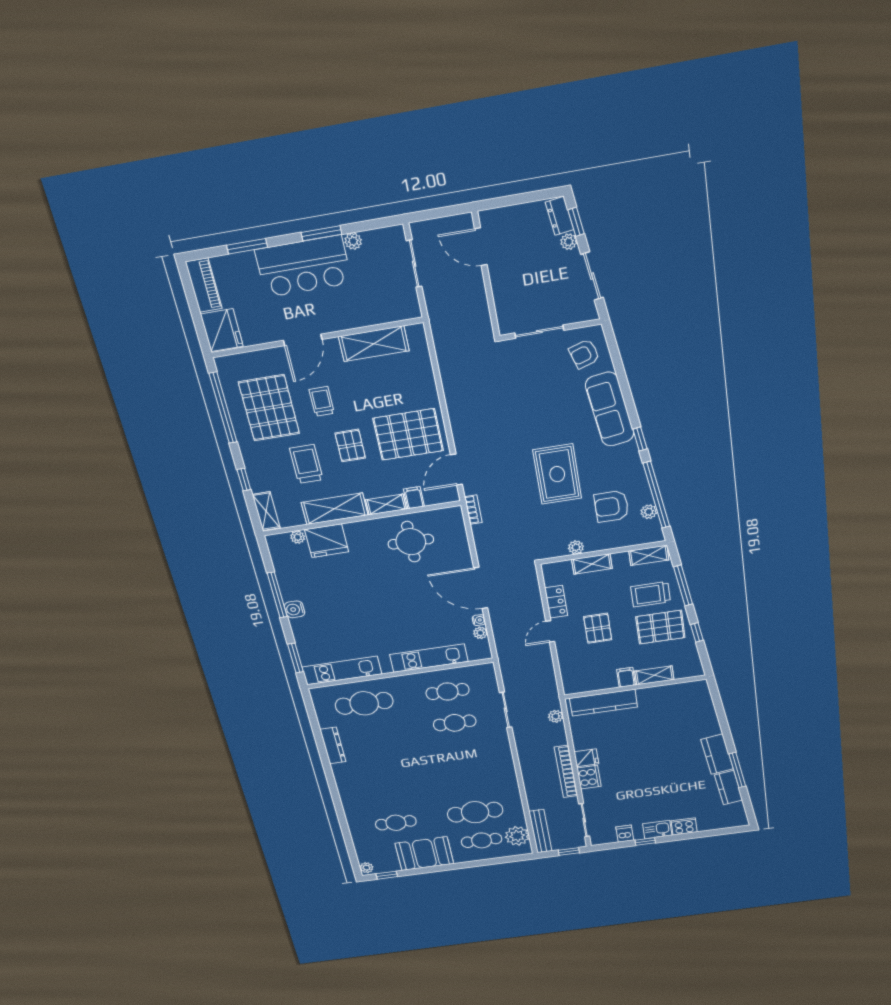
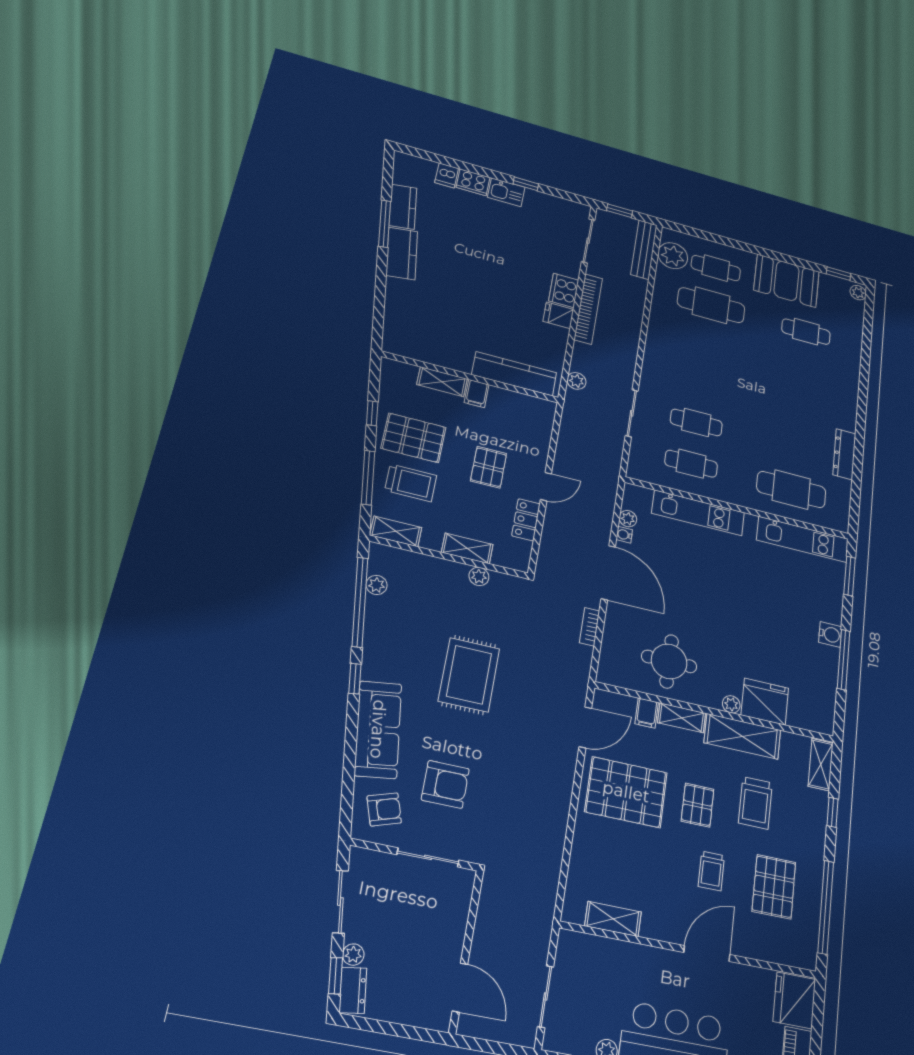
shelving: (374, 344) -> (613, 919), width x0.67, depth x0.75
pallet: (269, 408) -> (774, 887), width x0.73, depth x0.71
armchair: (612, 506) -> (445, 784), moved
bookcase: (473, 510) -> (590, 627), moved
plant: (298, 537) -> (731, 704), moved
dishwasher: (625, 834) -> (447, 175), moved

